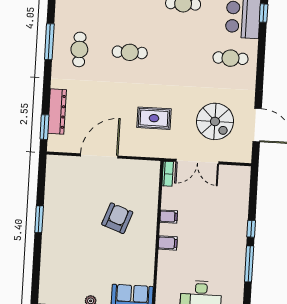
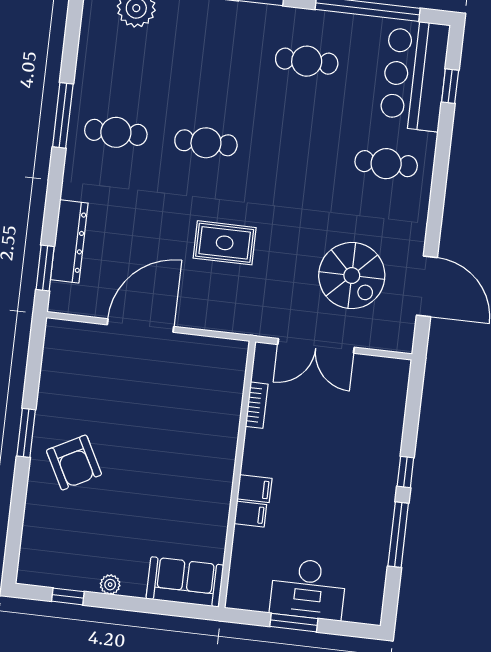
cafe table: (79, 49) -> (116, 132), turned 90
rug: (154, 118) -> (225, 243), moved
bookcase: (168, 174) -> (257, 405), moved
filing cabinet: (169, 217) -> (250, 514), moved
armchair: (117, 218) -> (74, 462), moved, turned 132

